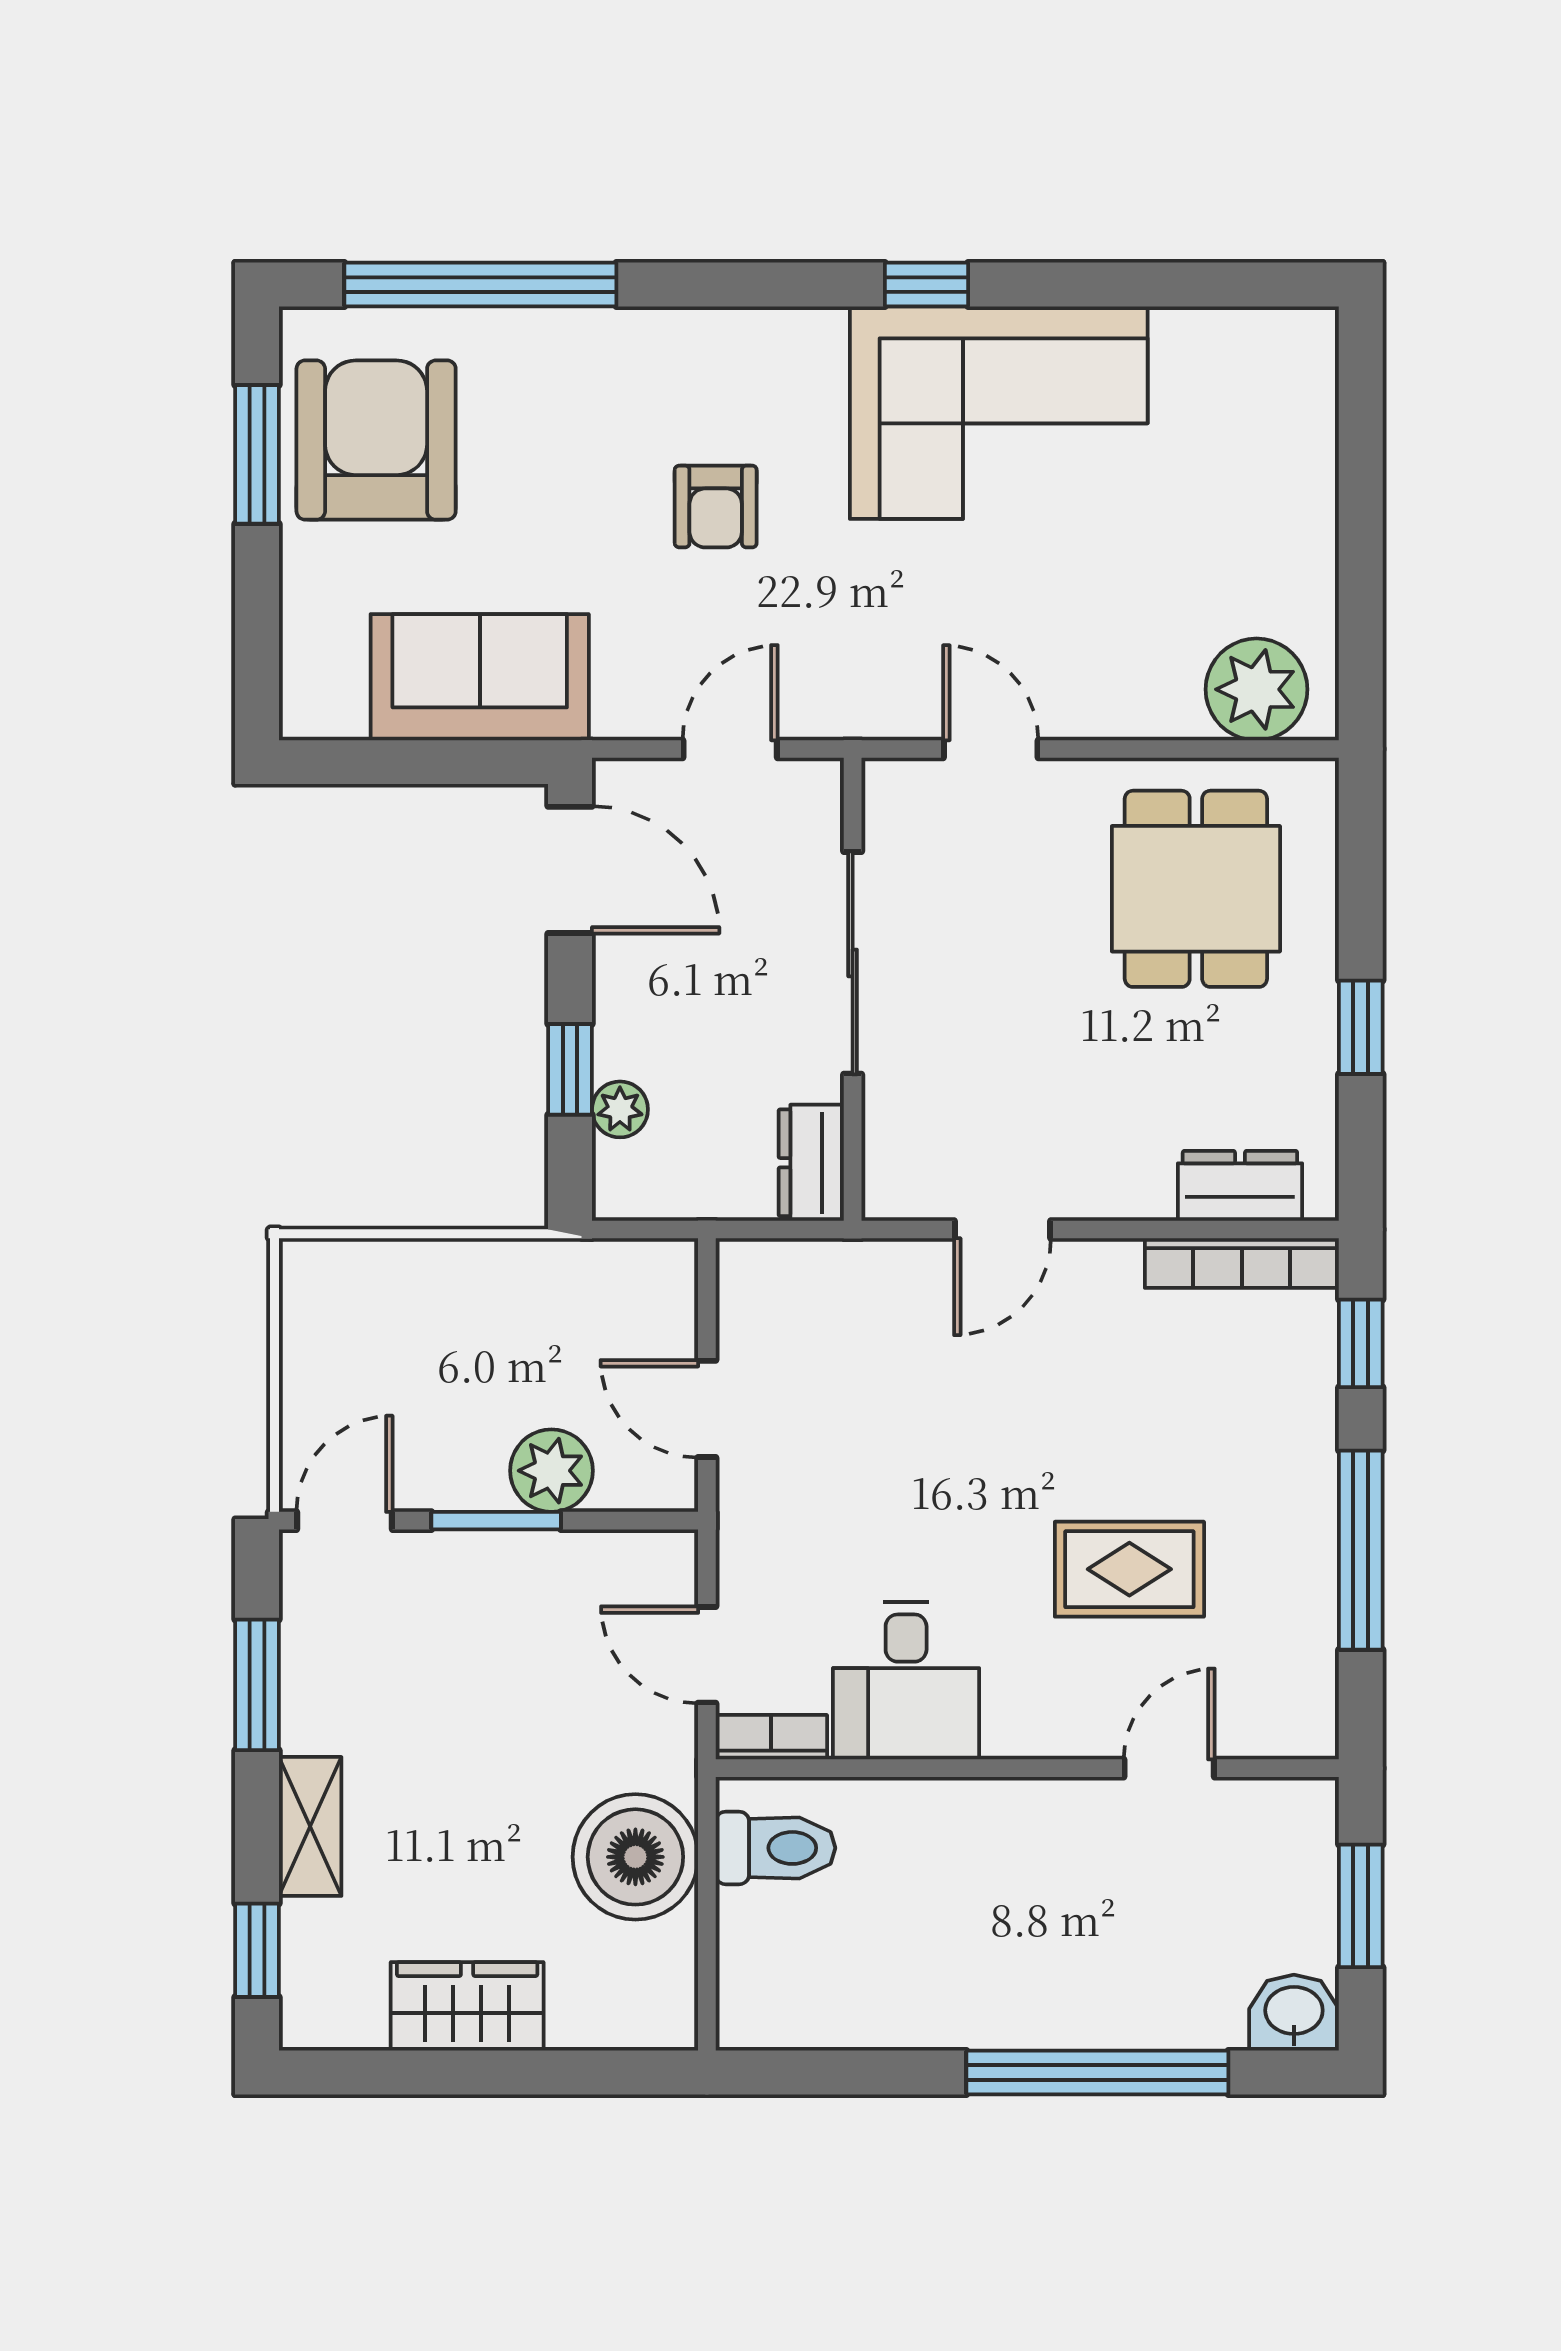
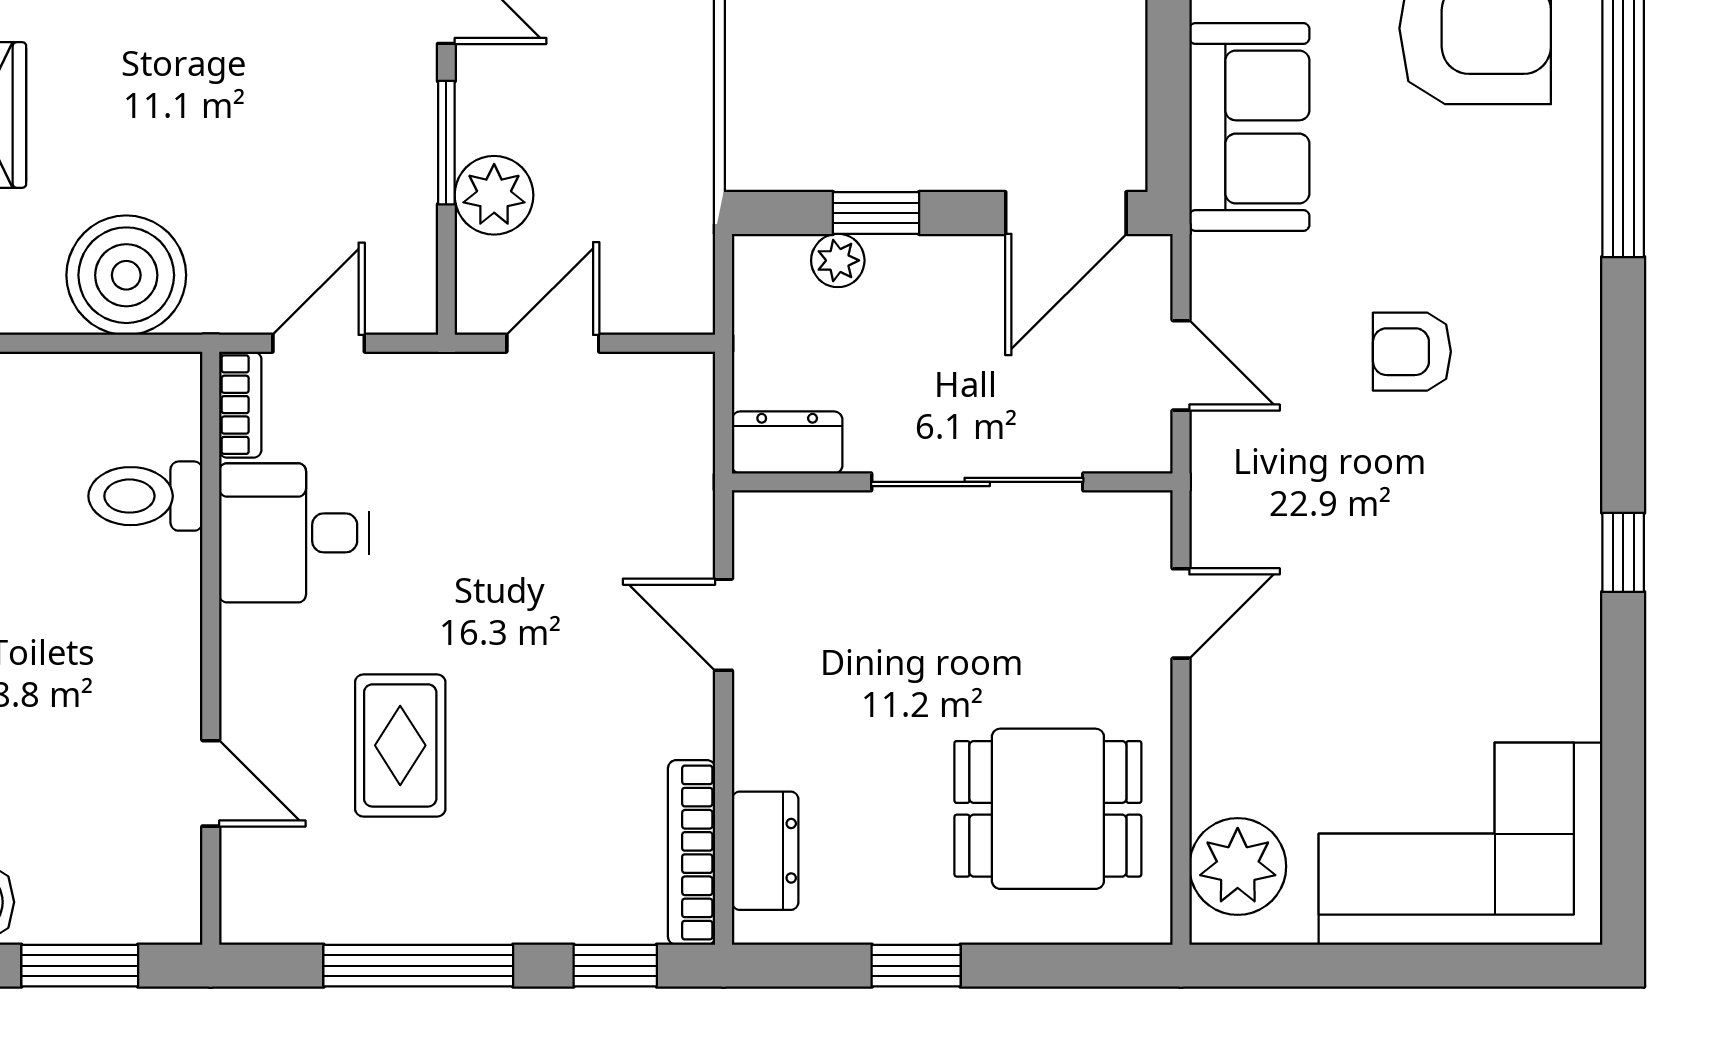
corner sofa: (999, 413) -> (1461, 844), moved, turned 90
toilet: (776, 1848) -> (145, 496), moved, turned 90

